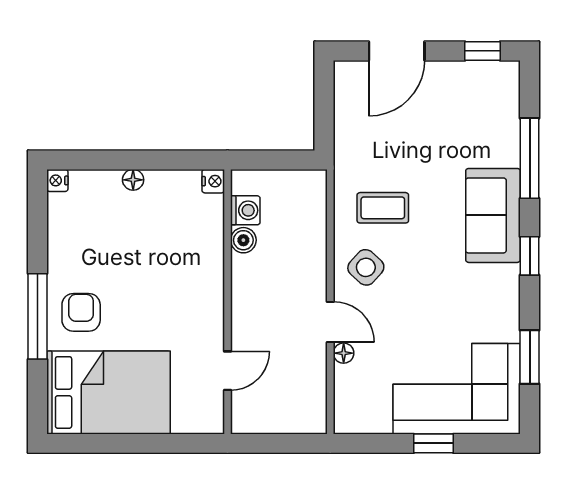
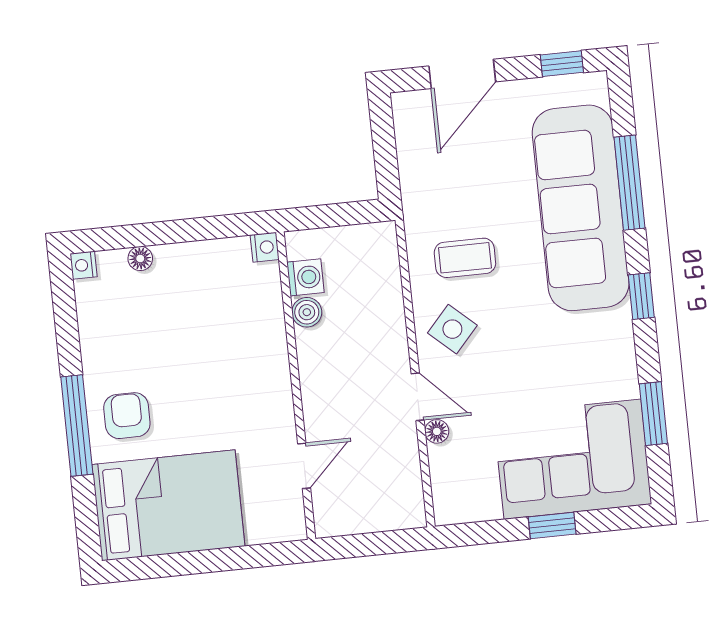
floor lamp: (133, 180) -> (140, 259), moved
sofa: (493, 215) -> (581, 208), width x1.85, depth x1.27

